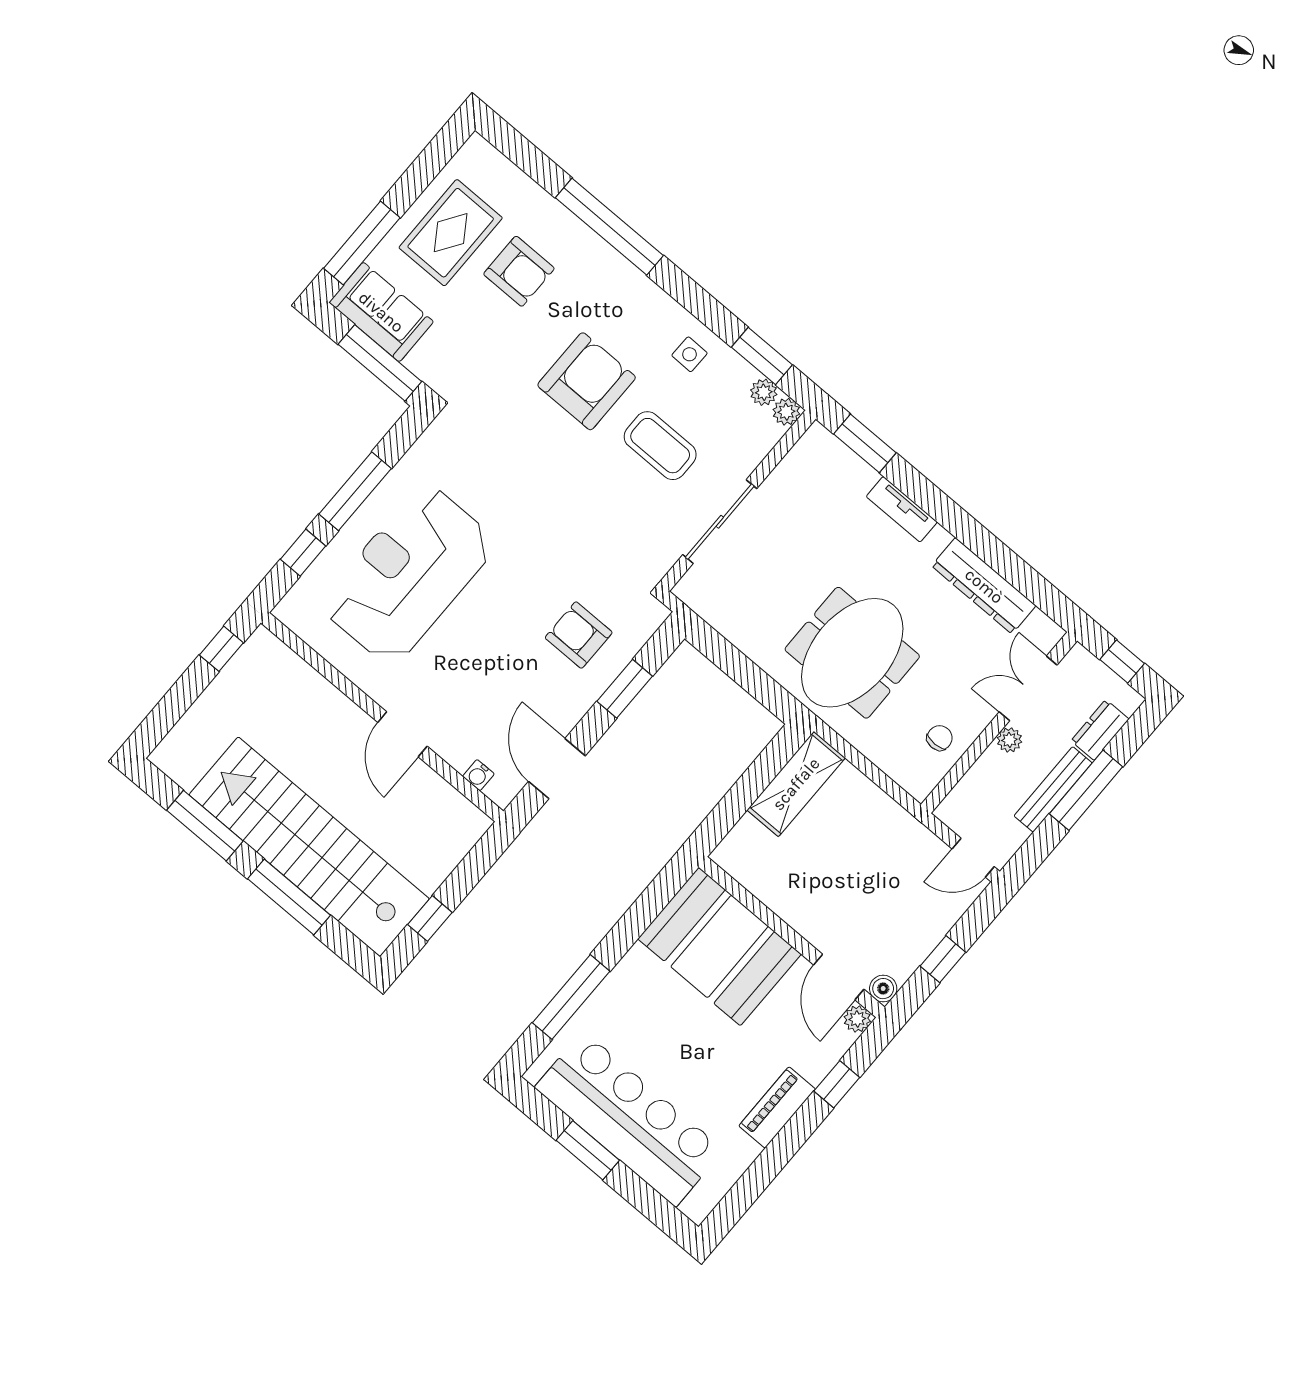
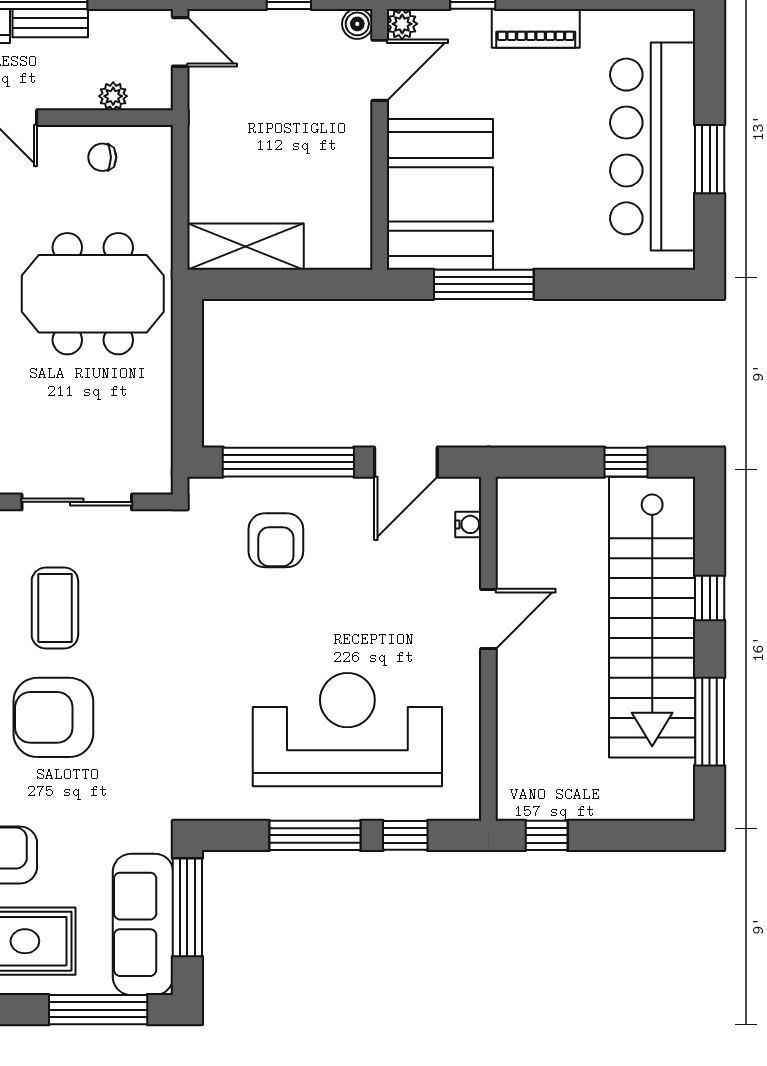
sofa: (381, 312) -> (143, 924), width x1.36
reception desk: (408, 574) -> (347, 730), turned 180
window: (625, 689) -> (288, 462), width x2.11
plant: (1009, 740) -> (113, 96), moved
bench: (1053, 789) -> (50, 23), width x0.73
window: (289, 897) -> (710, 598), width x0.46
window: (571, 997) -> (484, 284), moved

